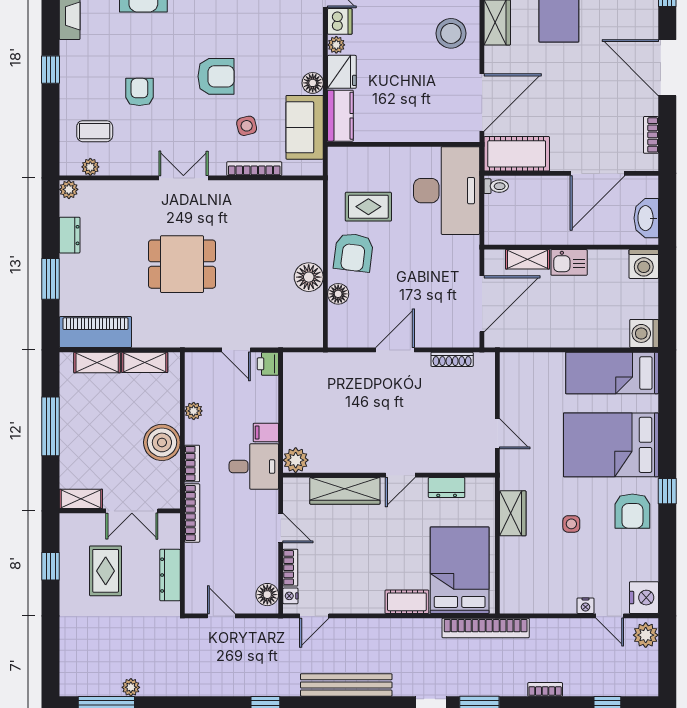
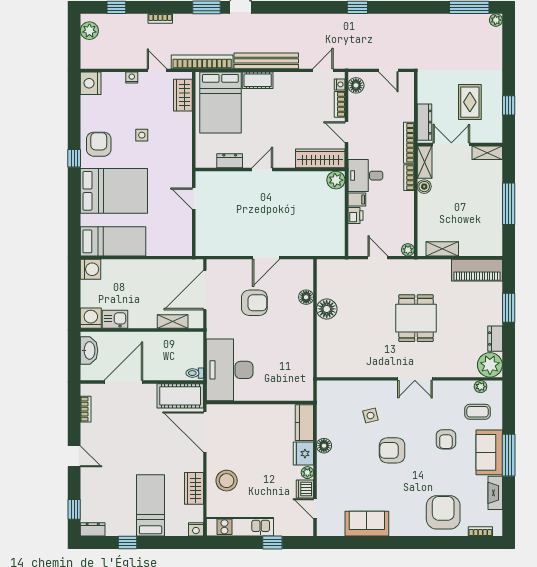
door: (667, 68) -> (74, 456), width x0.53
window: (51, 70) -> (509, 455), width x2.17
door: (482, 103) -> (205, 432), hinge flipped
sofa: (305, 127) -> (489, 452), moved, turned 180
bookcase: (254, 169) -> (365, 385), removed
plant: (69, 189) -> (490, 365), width x1.87, depth x1.87
rug: (368, 207) -> (285, 359), removed
armchair: (353, 252) -> (254, 303), moved, turned 83
kitchen sink: (569, 262) -> (115, 319), moved
dining table: (182, 264) -> (416, 318), turned 90
shoe rack: (452, 359) -> (226, 251), removed
shelving: (97, 363) -> (425, 162), moved, turned 90
printer: (268, 364) -> (355, 216), moved
plant: (194, 411) -> (408, 250), moved
boiler: (162, 442) -> (424, 187), width x0.54, depth x0.54
wardrobe: (345, 491) -> (320, 158), moved
wardrobe: (513, 513) -> (183, 95), moved
dresser: (170, 575) -> (424, 122), moved
door: (610, 616) -> (157, 70), moved
plant: (646, 635) -> (89, 31), moved
bench: (346, 685) -> (266, 61), moved
plant: (131, 687) -> (496, 20), moved

